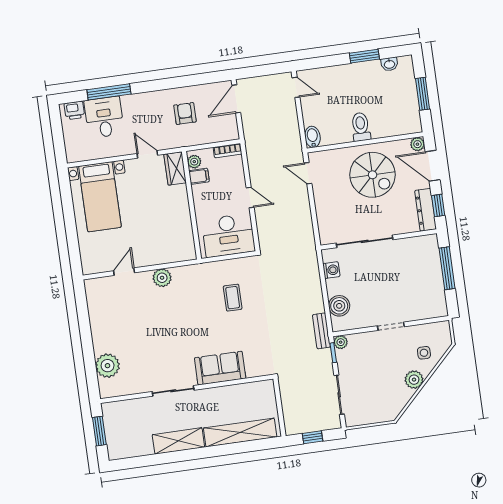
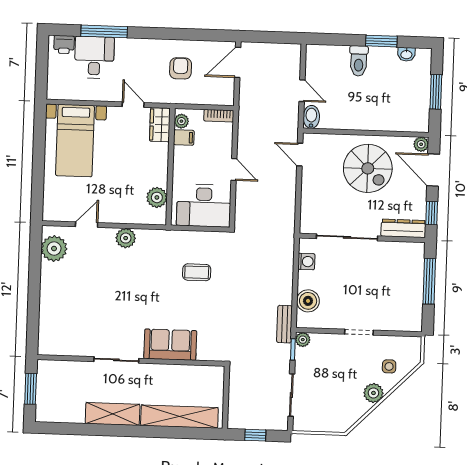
door: (296, 87) -> (302, 91), moved
toilet: (361, 127) -> (359, 61), moved, turned 180
dresser: (426, 210) -> (403, 228), moved, turned 90
plant: (184, 235) -> (157, 197), added
coffee table: (233, 298) -> (197, 272), turned 90
plant: (108, 366) -> (54, 249), moved

